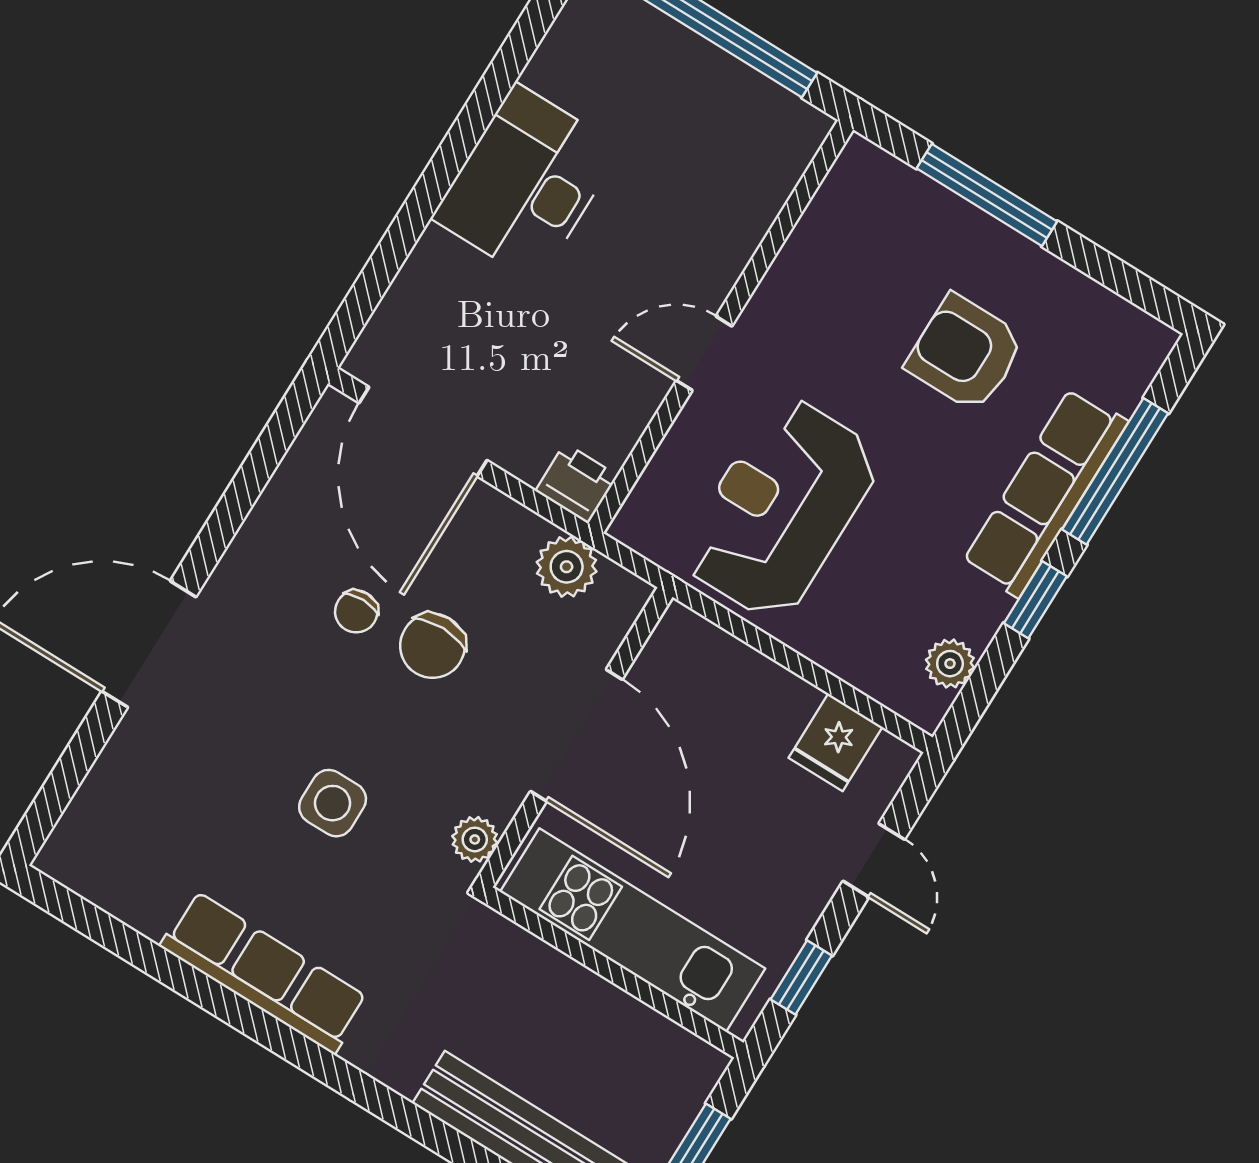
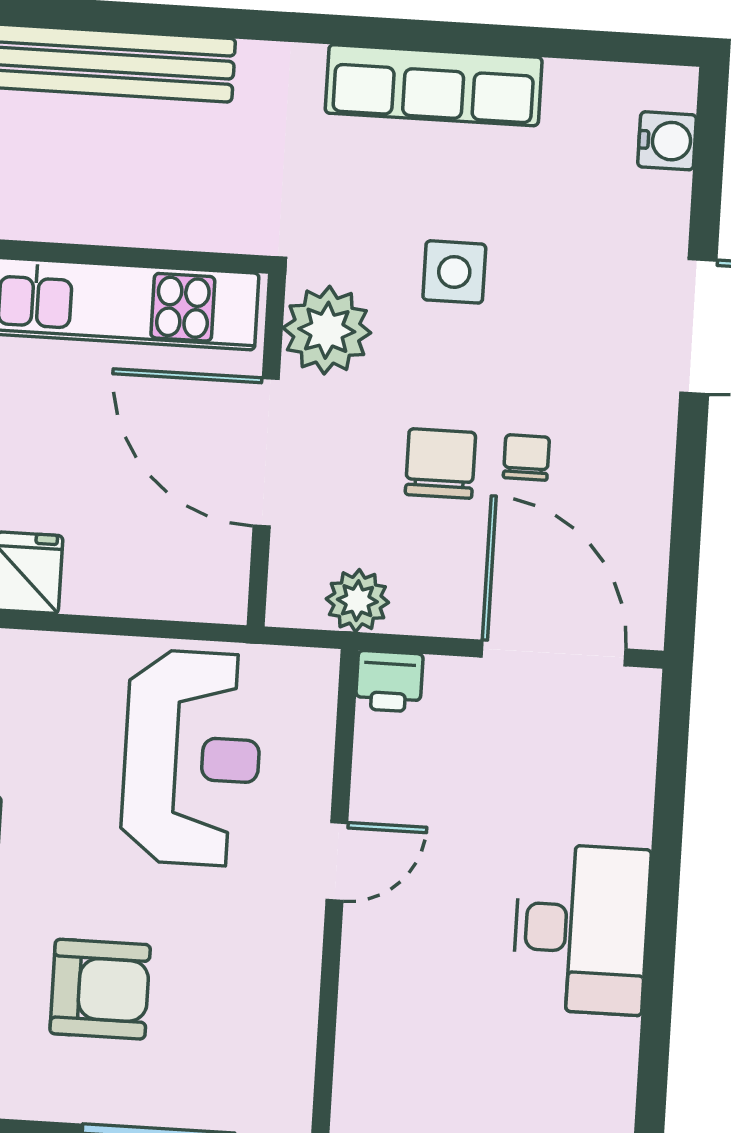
water cooler: (90, 817) -> (667, 141), added
plant: (475, 839) -> (327, 330), width x1.88, depth x1.88

